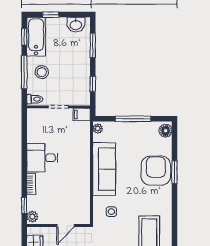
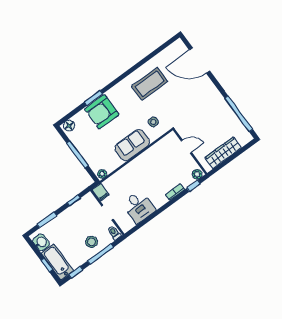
bathtub: (36, 37) -> (57, 262), moved, turned 90
desk: (42, 158) -> (139, 207), moved
sofa: (104, 169) -> (132, 145), width x0.73

